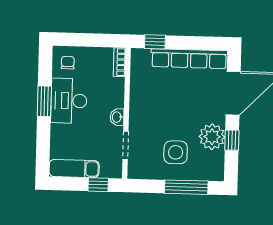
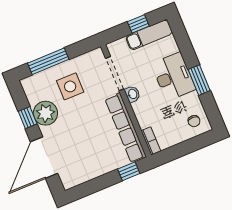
row of seats: (189, 59) -> (126, 128), moved, turned -90
desk: (69, 101) -> (173, 77), moved
doorway: (125, 145) -> (115, 74), width x1.38
window: (98, 185) -> (138, 24), moved

